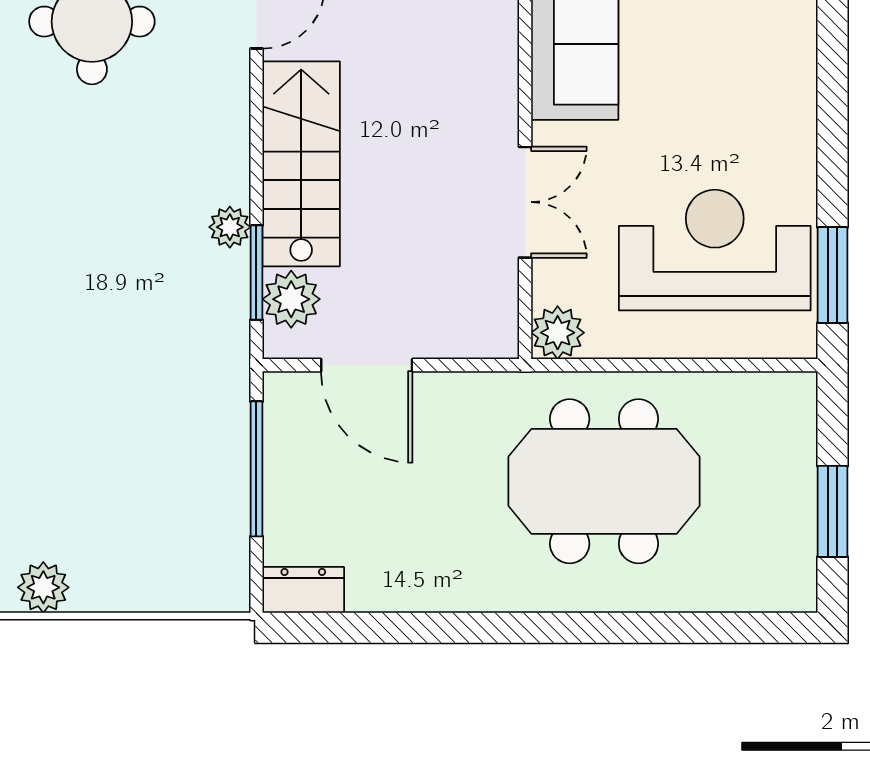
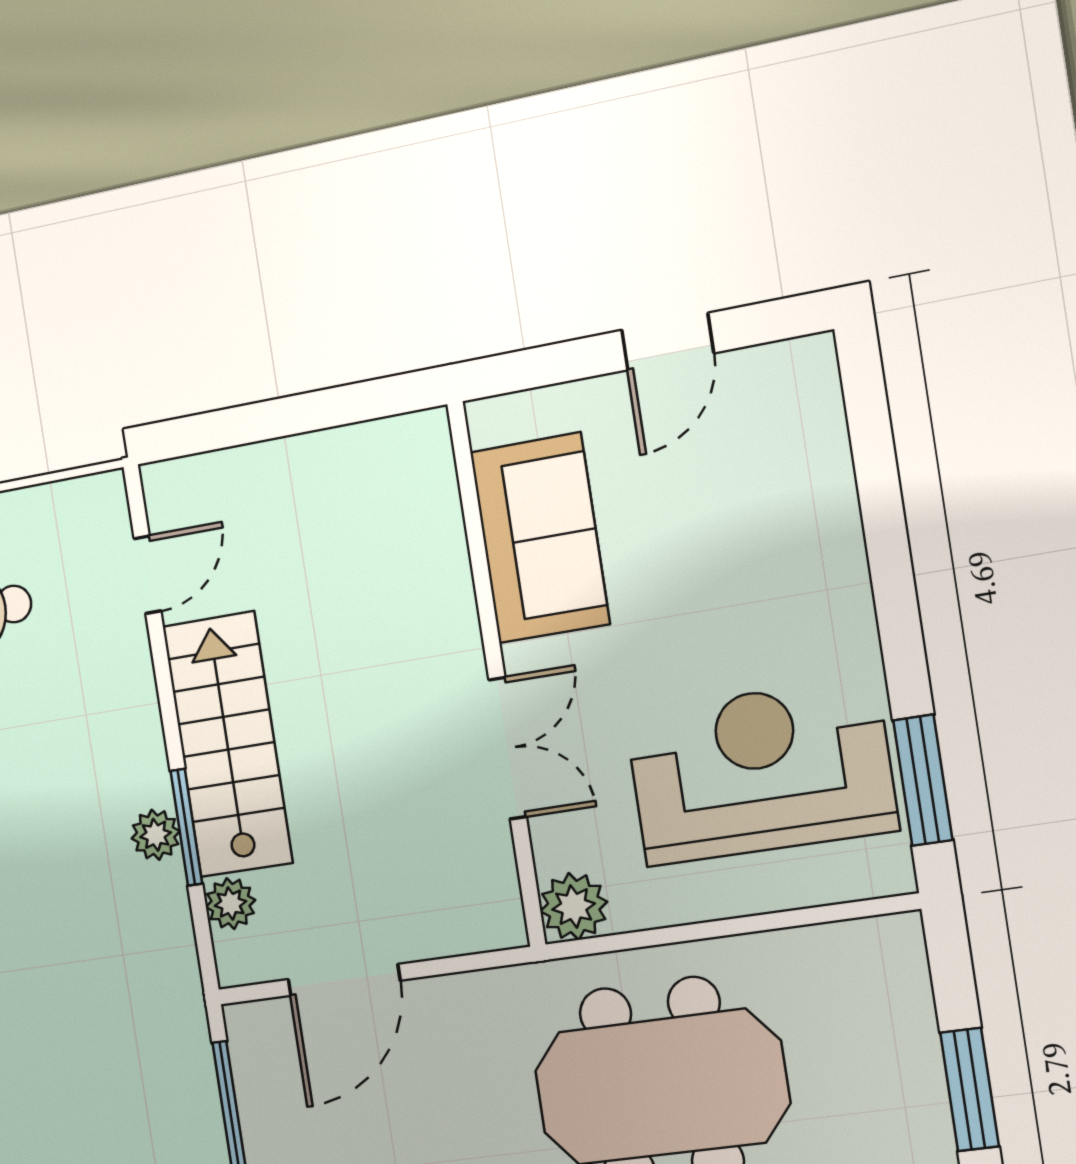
window: (256, 273) -> (186, 827), moved
plant: (291, 299) -> (230, 904), width x0.73, depth x0.73
door: (367, 365) -> (344, 980), hinge flipped

